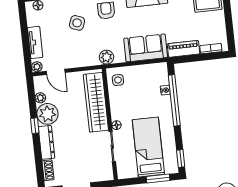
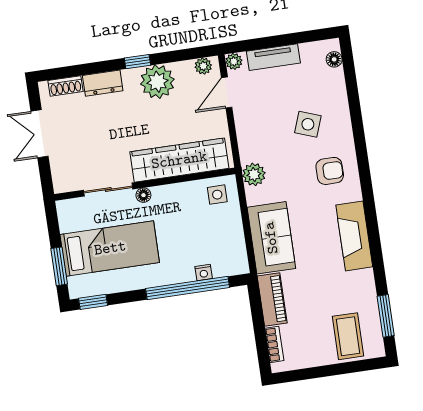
plant: (40, 98) -> (203, 66), moved
dresser: (46, 142) -> (103, 83), width x0.70

